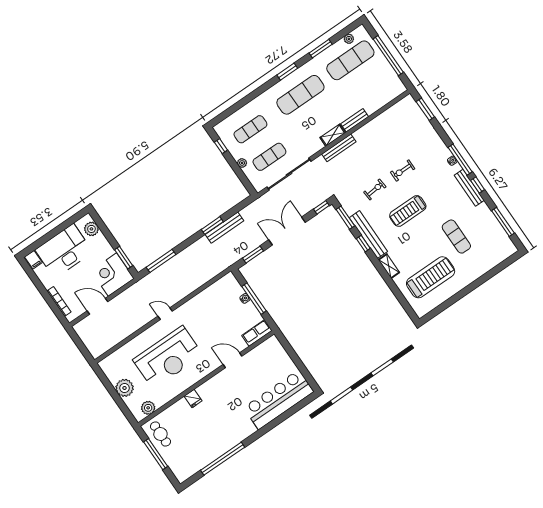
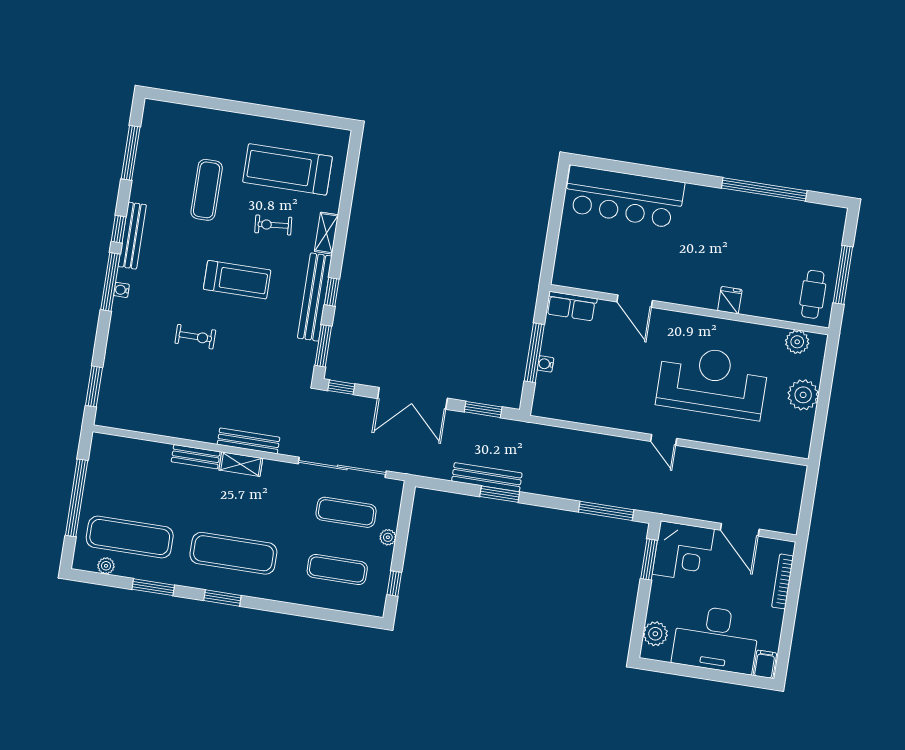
exercise bike: (375, 189) -> (273, 225), moved

